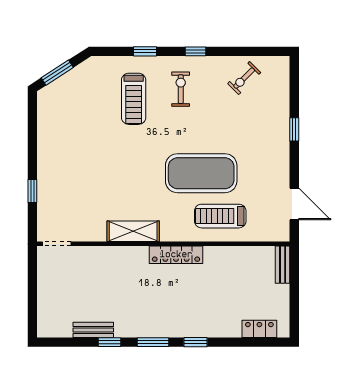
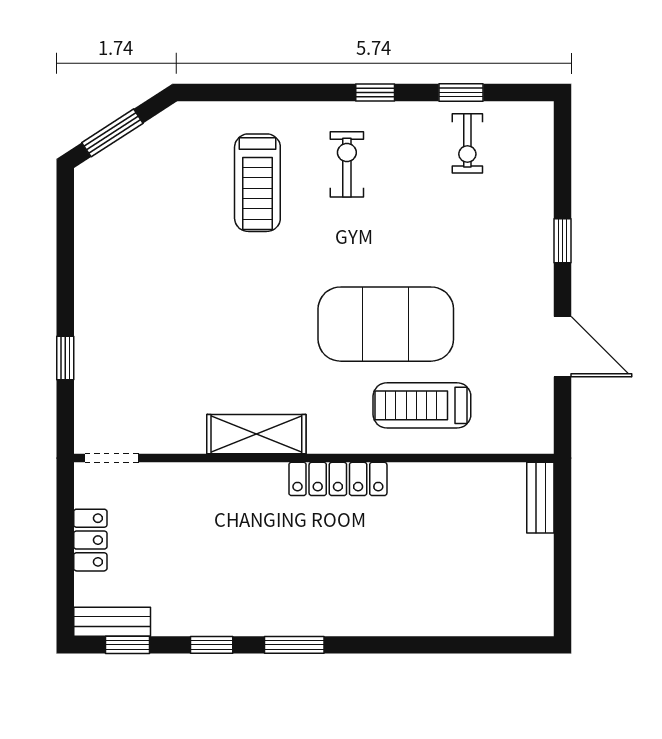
window: (145, 51) -> (461, 92), moved
exercise bike: (244, 78) -> (467, 143), turned -45
door: (294, 204) -> (563, 347), moved
locker: (259, 329) -> (90, 540), moved, turned 90
bench: (93, 330) -> (112, 622), moved
window: (195, 342) -> (127, 645), moved

